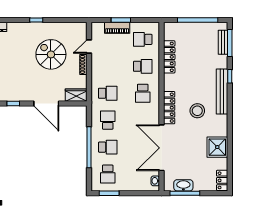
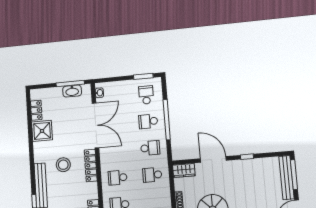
school desk: (143, 93) -> (118, 178), turned -90
school desk: (108, 120) -> (150, 148), turned -90
locker: (222, 180) -> (36, 110), moved

